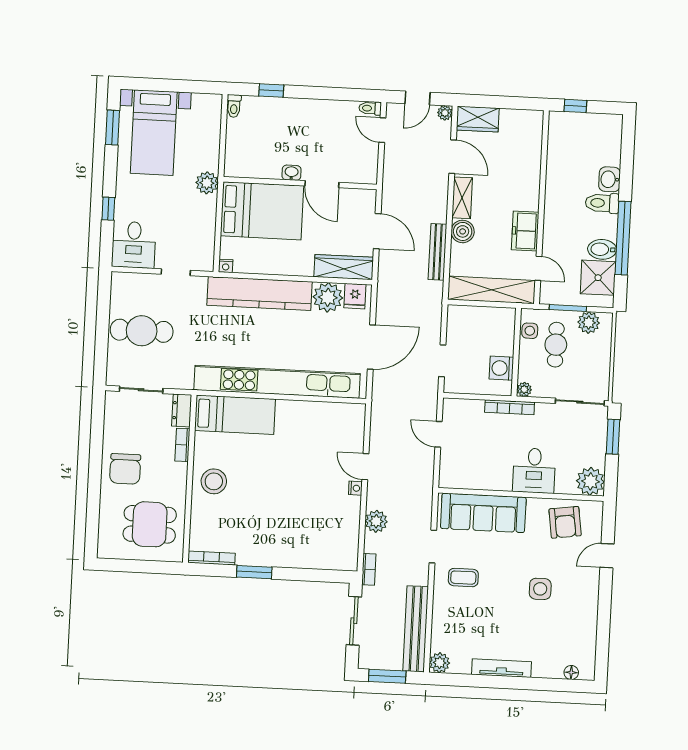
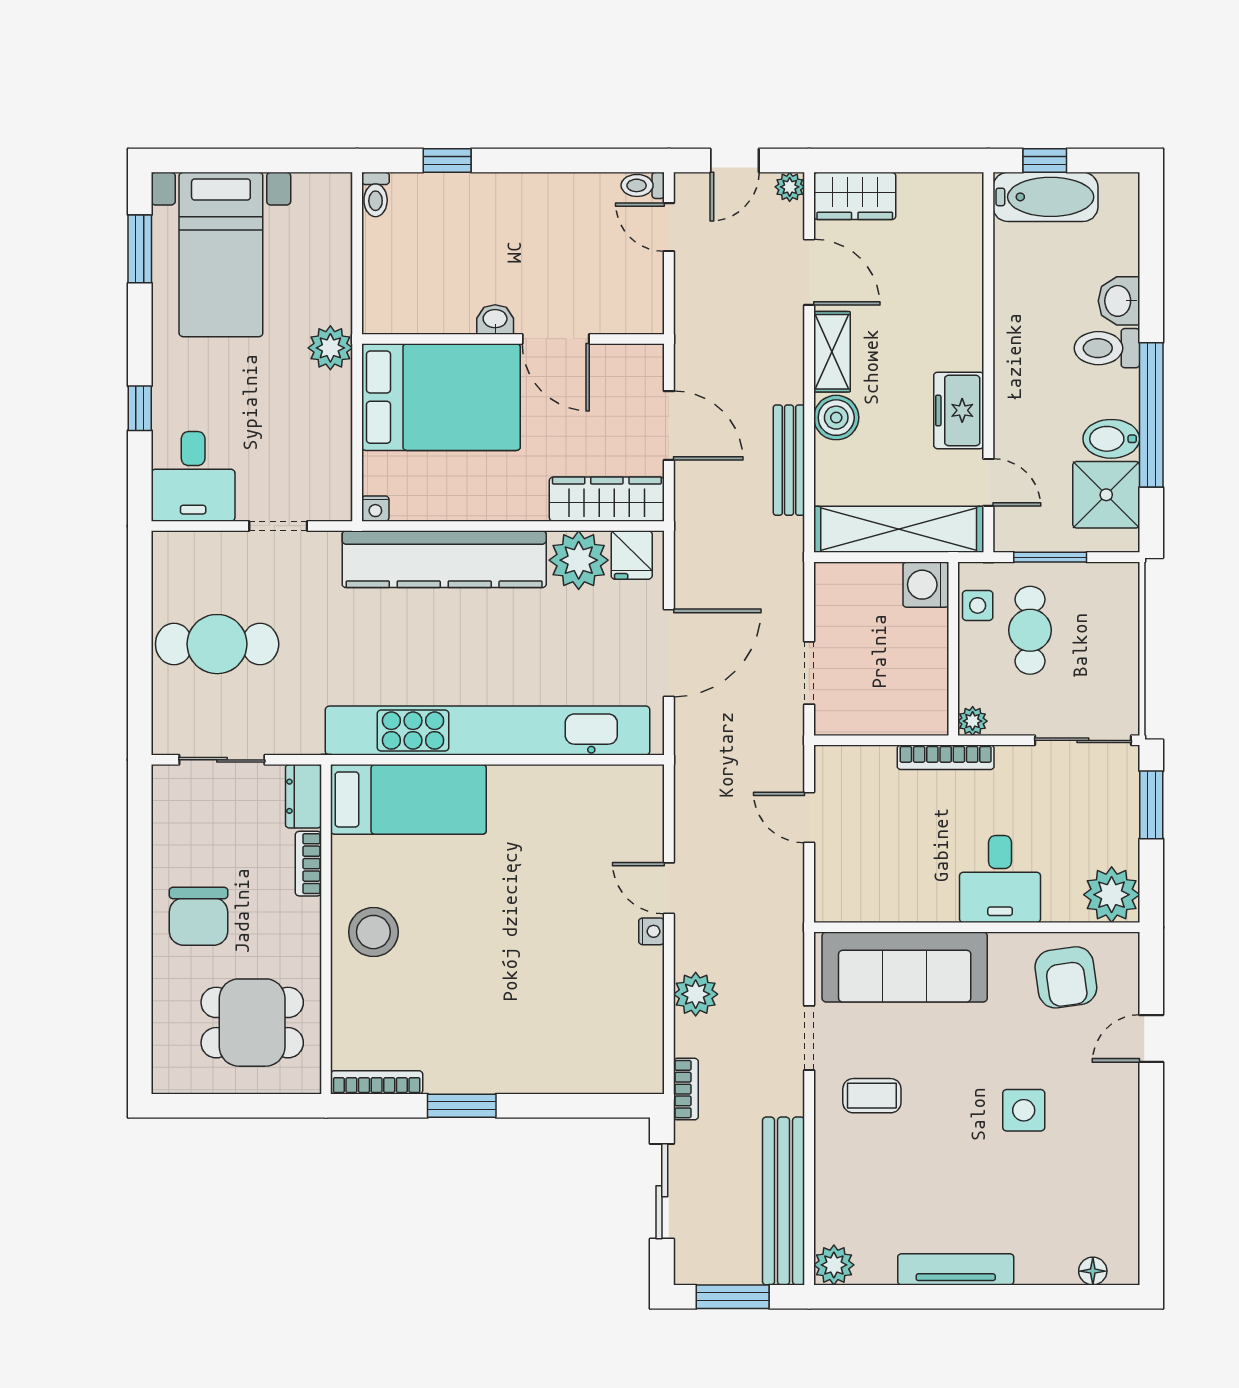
bathtub: (575, 125) -> (1045, 197), added
plant: (589, 323) -> (1092, 584), removed
washing machine: (501, 368) -> (926, 585), moved

